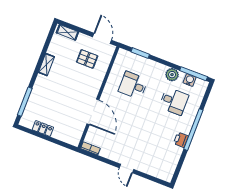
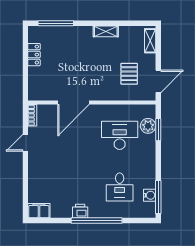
plant: (172, 75) -> (148, 126), moved
desk: (133, 85) -> (120, 135), width x1.37
door: (126, 169) -> (25, 143), moved
filing cabinet: (168, 172) -> (39, 211), added

